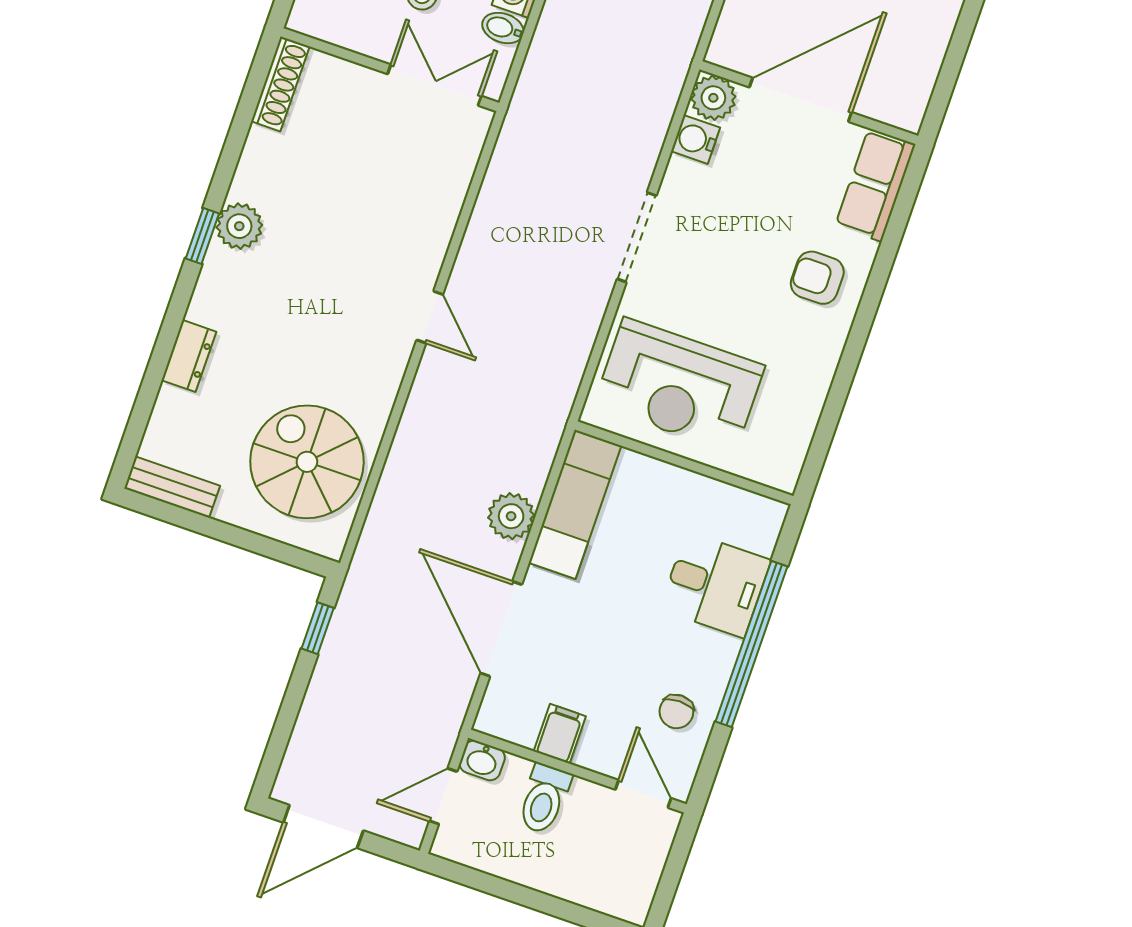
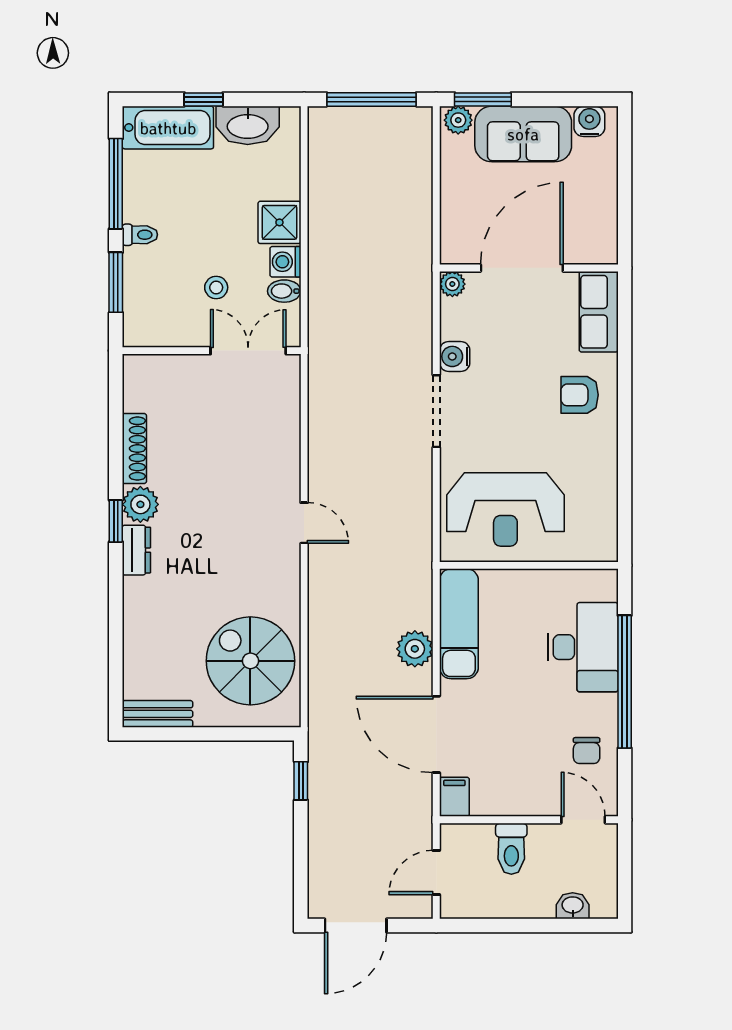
shoe rack: (280, 84) -> (134, 449), moved
plant: (713, 98) -> (452, 284), width x0.73, depth x0.73
water cooler: (696, 139) -> (455, 356), moved
dresser: (189, 356) -> (136, 550), moved
desk: (715, 585) -> (583, 647), width x1.37
filing cabinet: (560, 734) -> (454, 797), moved
washbasin: (482, 760) -> (573, 906), moved, turned 180

